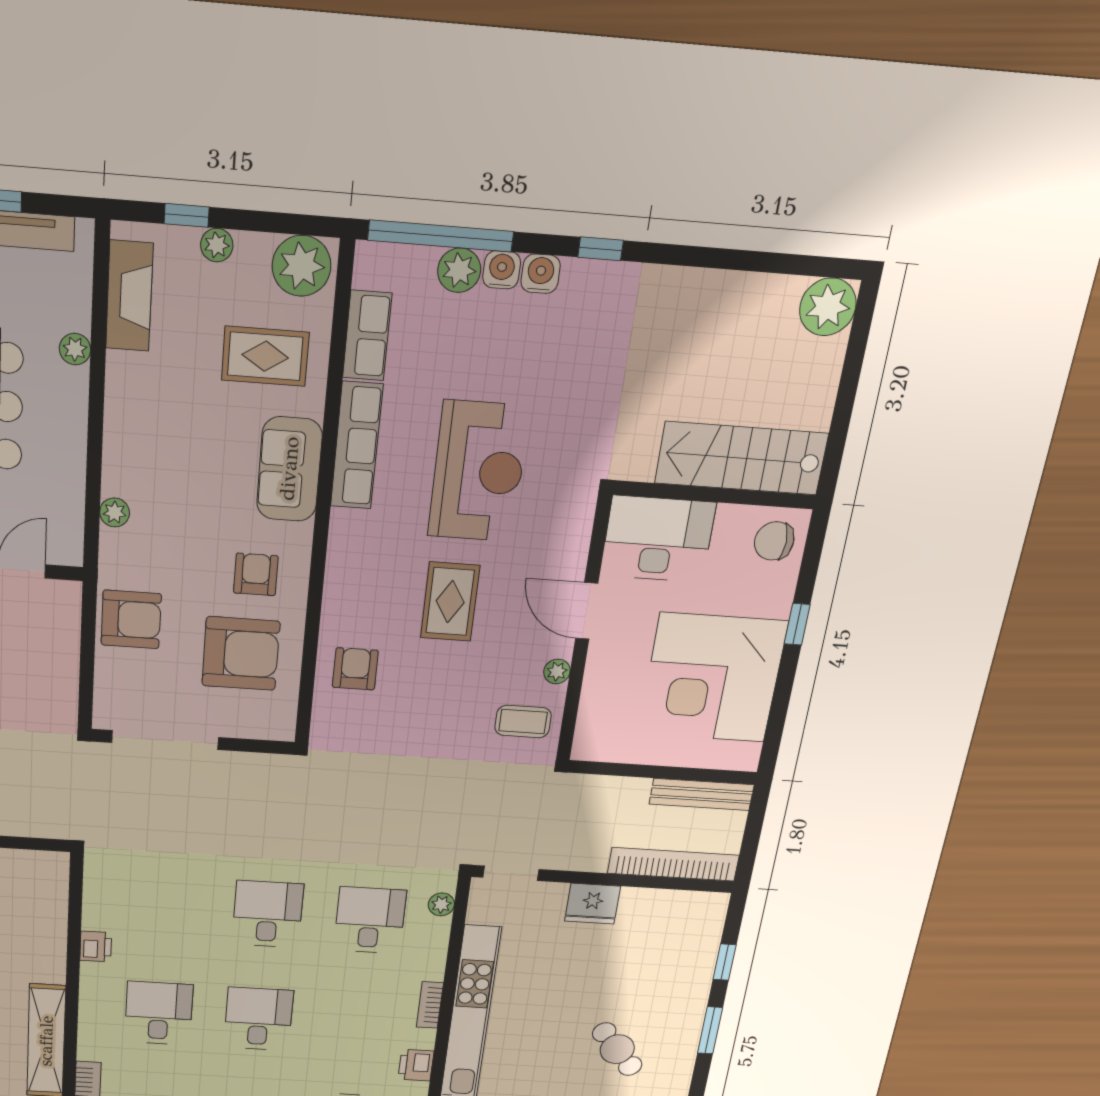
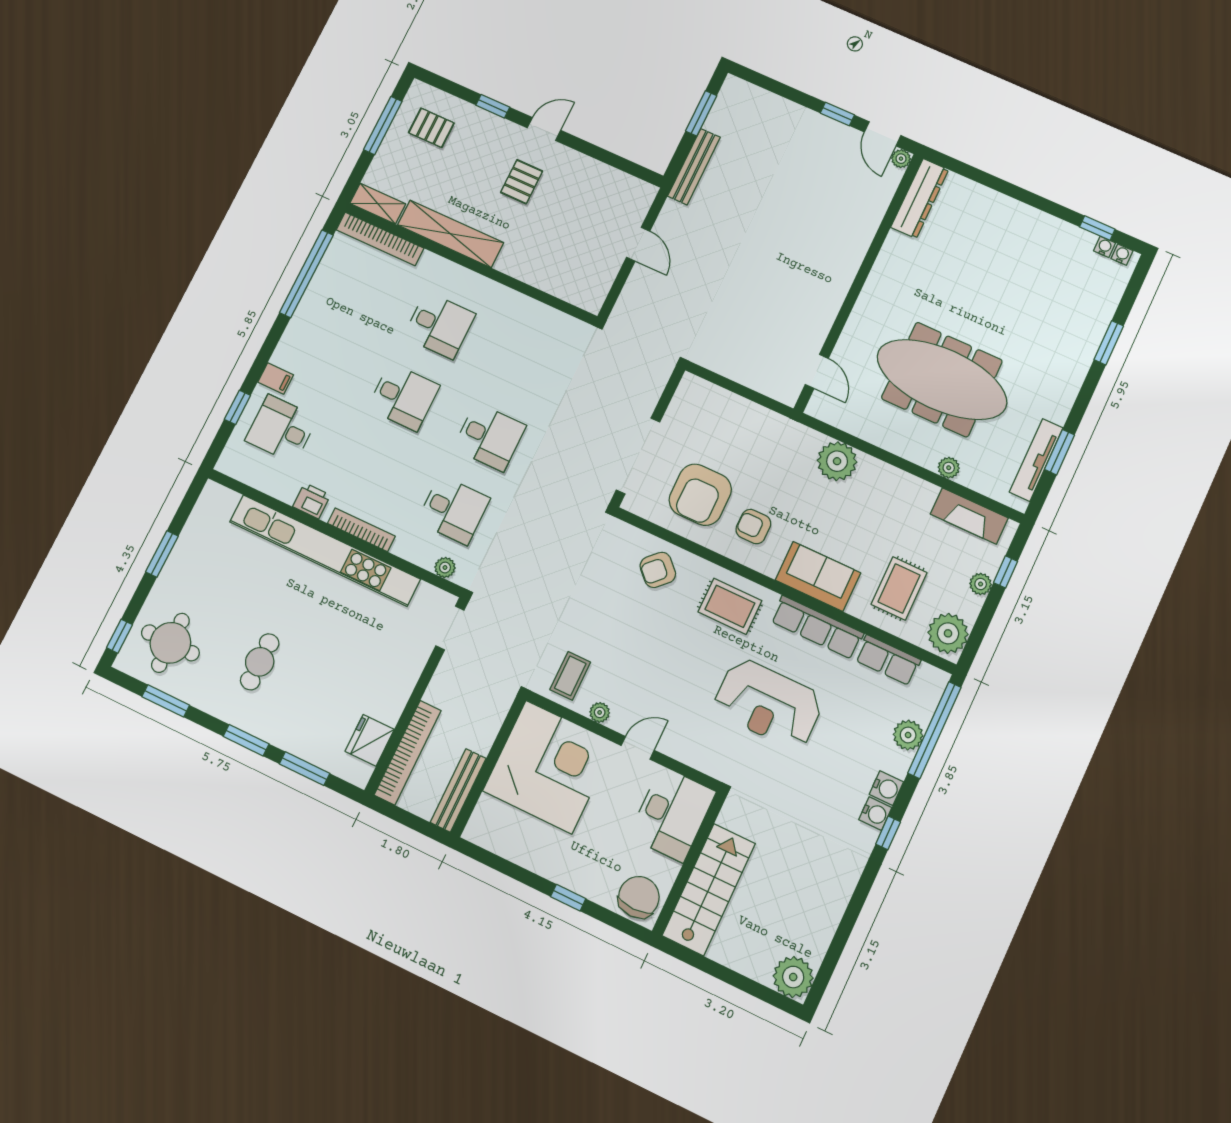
water cooler: (502, 270) -> (875, 814), moved
plant: (115, 512) -> (837, 461), width x1.88, depth x1.88
chair: (774, 541) -> (639, 897), width x1.37, depth x1.37
armchair: (256, 574) -> (753, 527), turned 180
rug: (450, 602) -> (730, 606), moved
door: (587, 611) -> (638, 748), width x0.73
armchair: (131, 619) -> (754, 430), removed
armchair: (355, 669) -> (658, 570), turned 135
corner desk: (713, 678) -> (549, 767), moved, turned 90
doorway: (165, 740) -> (638, 456), moved
fridge: (592, 904) -> (370, 740), moved
printer: (96, 946) -> (514, 303), removed
window: (725, 962) -> (304, 769), width x1.50
bookcase: (430, 1005) -> (361, 530), width x1.56
cafe table: (617, 1049) -> (260, 662), turned -49

